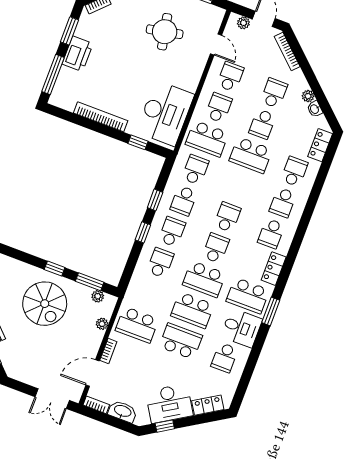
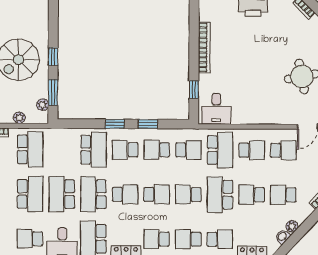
school desk: (274, 93) -> (283, 195), turned 180
desk: (165, 113) -> (216, 109), width x0.53, depth x0.77
school desk: (207, 139) -> (220, 150), turned 180
school desk: (239, 186) -> (188, 195), added
school desk: (172, 232) -> (125, 150), turned 180
school desk: (160, 263) -> (94, 150), width x1.85
school desk: (137, 325) -> (30, 149), turned 180

